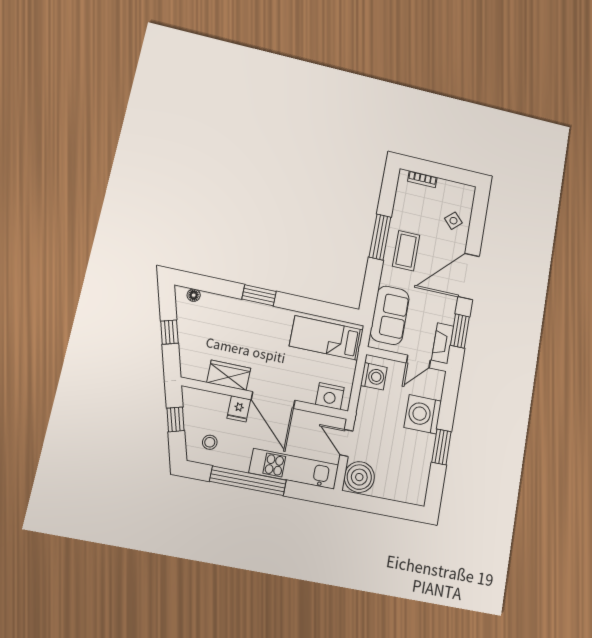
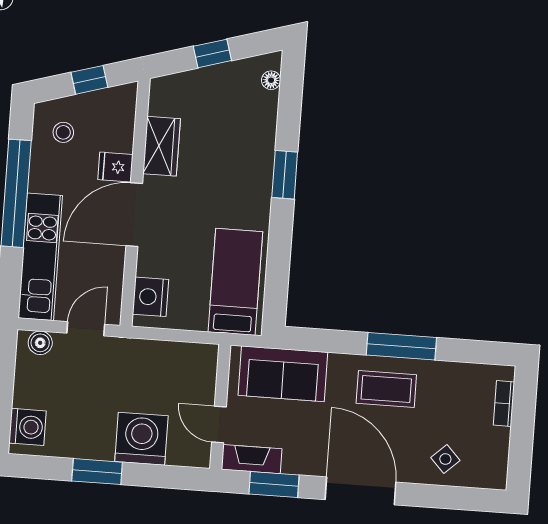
washing machine: (374, 376) -> (27, 427), moved, turned -90
boiler: (359, 477) -> (40, 343), width x0.54, depth x0.54

